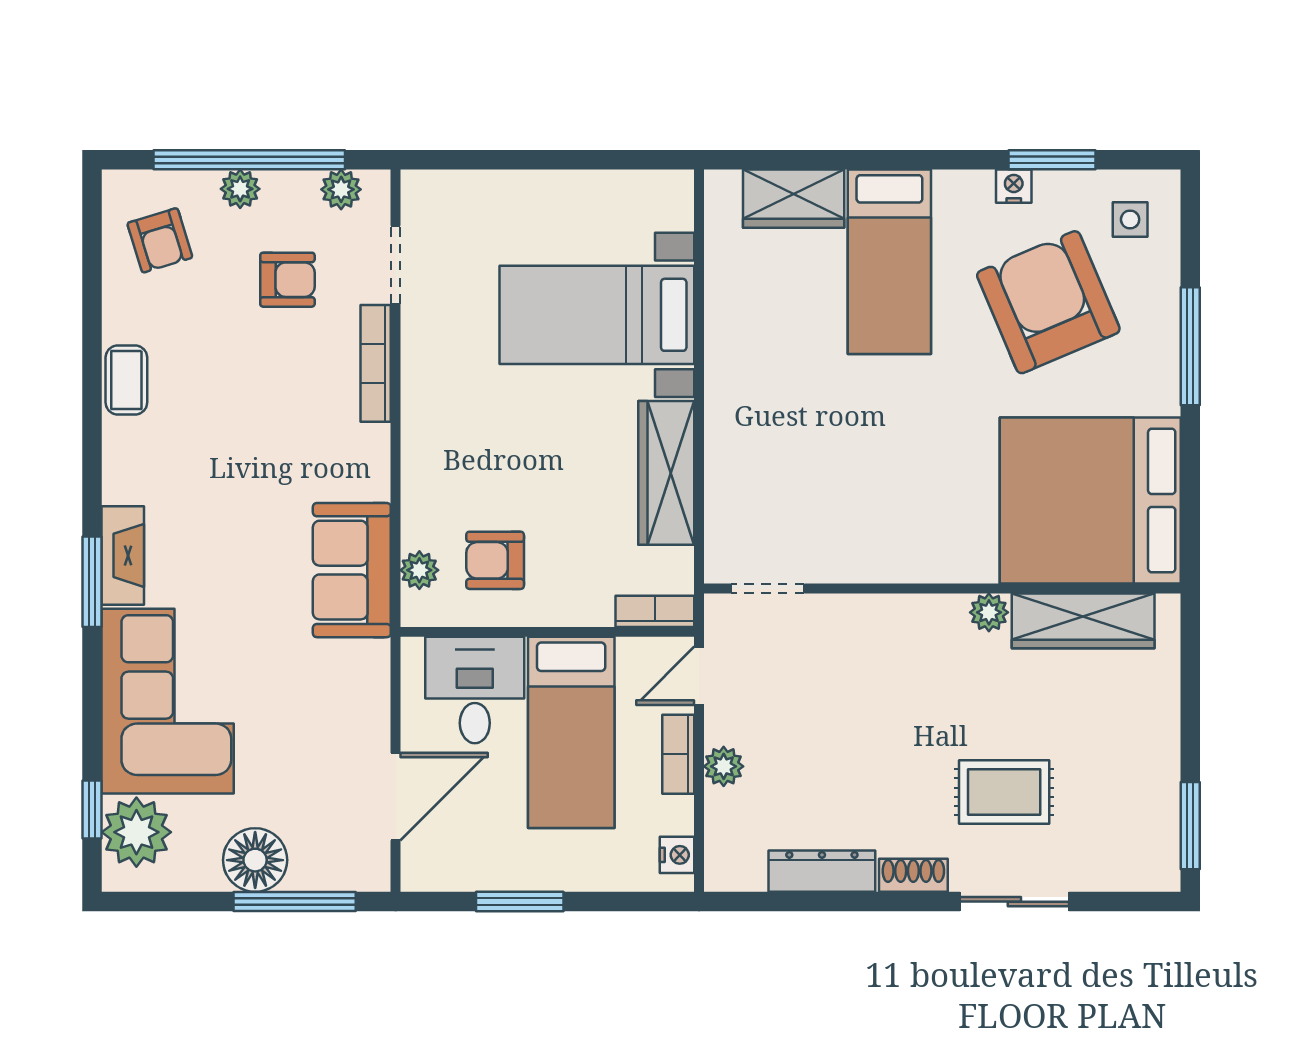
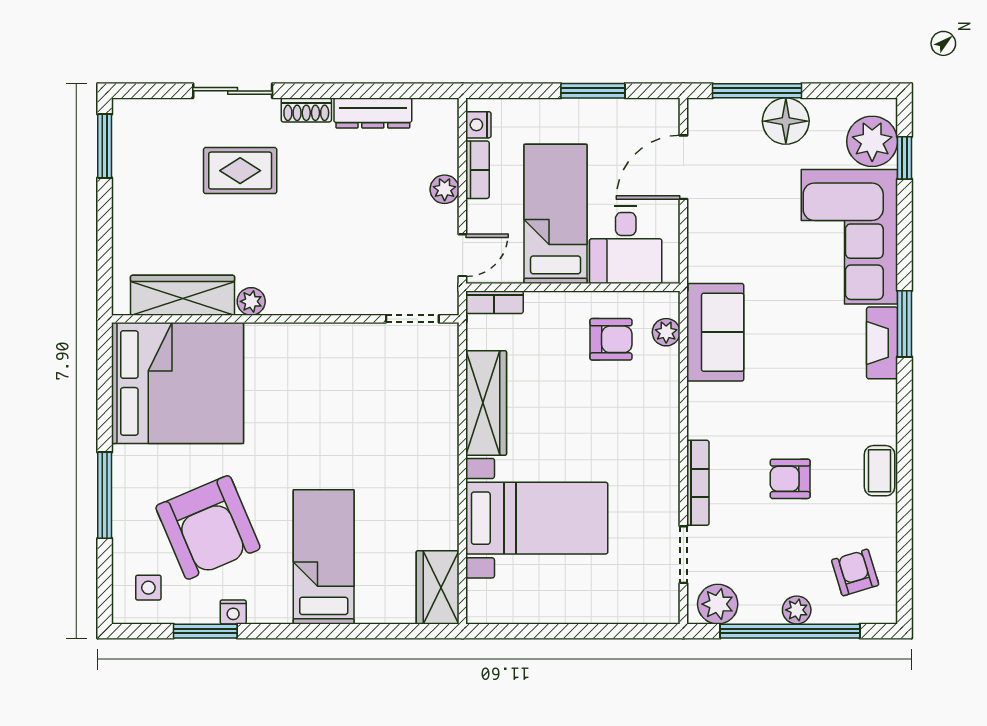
plant: (341, 189) -> (718, 604), width x1.38, depth x1.38
wardrobe: (794, 199) -> (438, 587), moved, turned -90
armchair: (287, 280) -> (790, 479), moved
bookcase: (678, 754) -> (477, 170), moved

